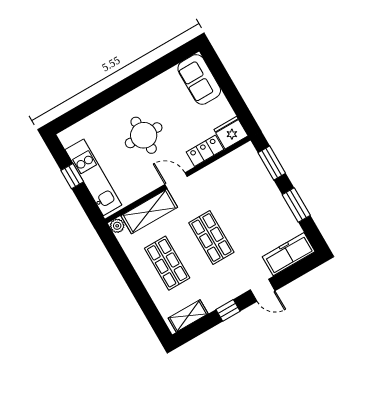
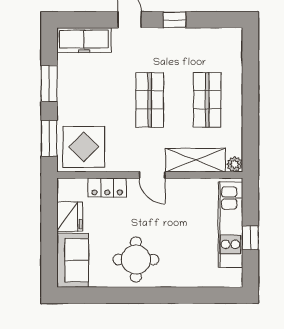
fridge: (231, 133) -> (70, 217), moved, turned -90
round table: (144, 135) -> (136, 260), moved
display table: (241, 172) -> (84, 147), added
shelving: (188, 316) -> (217, 37), removed

